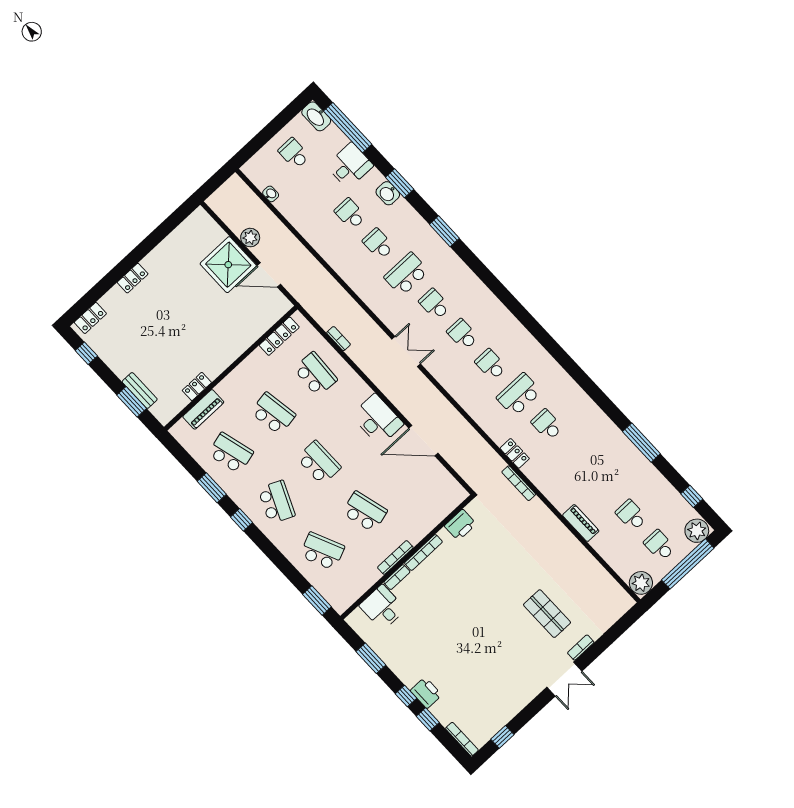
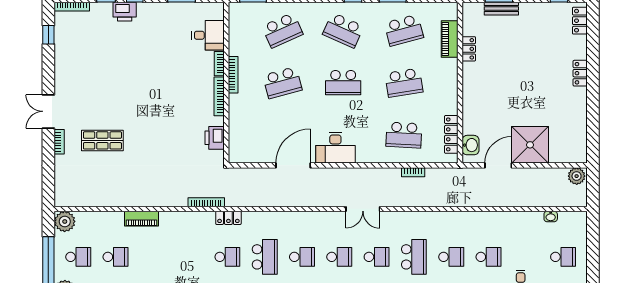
plant: (250, 238) -> (577, 176), moved
washbasin: (273, 312) -> (471, 145), added

